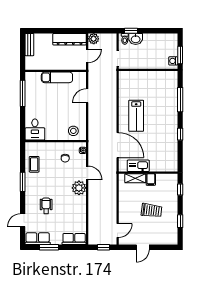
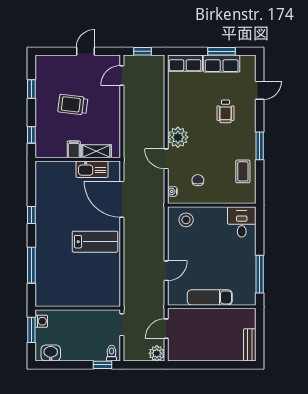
dresser: (70, 39) -> (192, 353), removed
washbasin: (136, 39) -> (51, 353), moved
lab bench: (136, 116) -> (95, 242), turned 90
row of seats: (38, 239) -> (222, 64), moved

